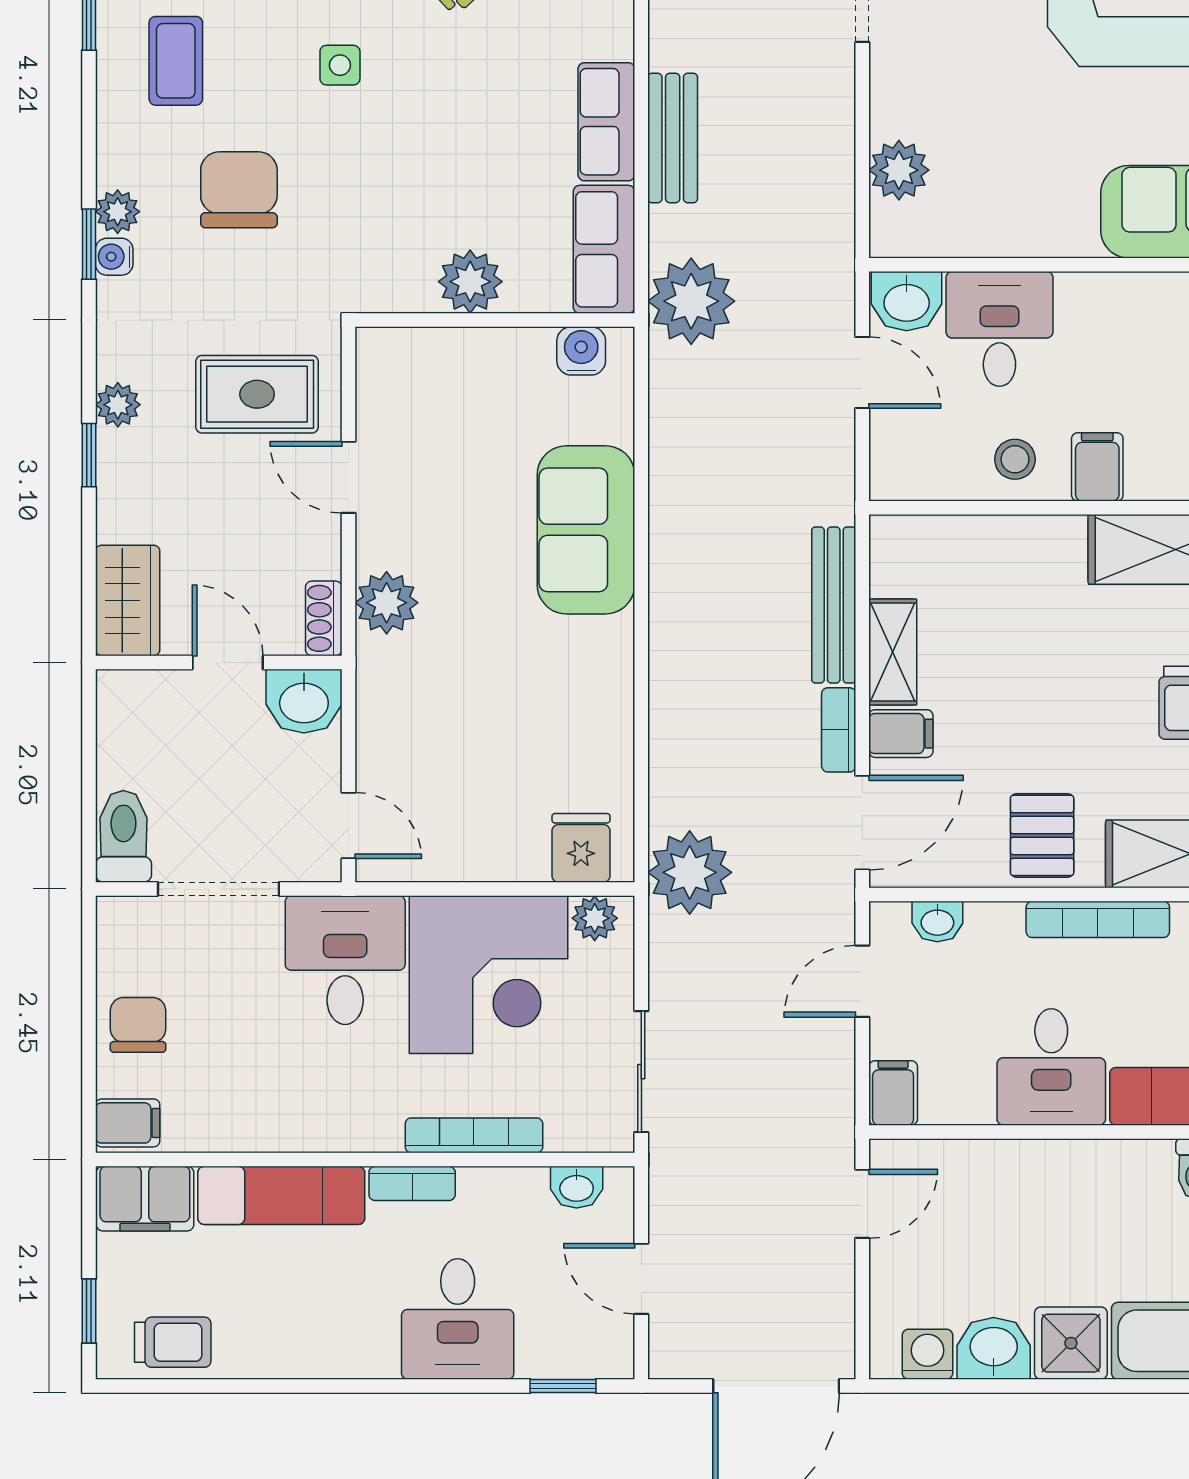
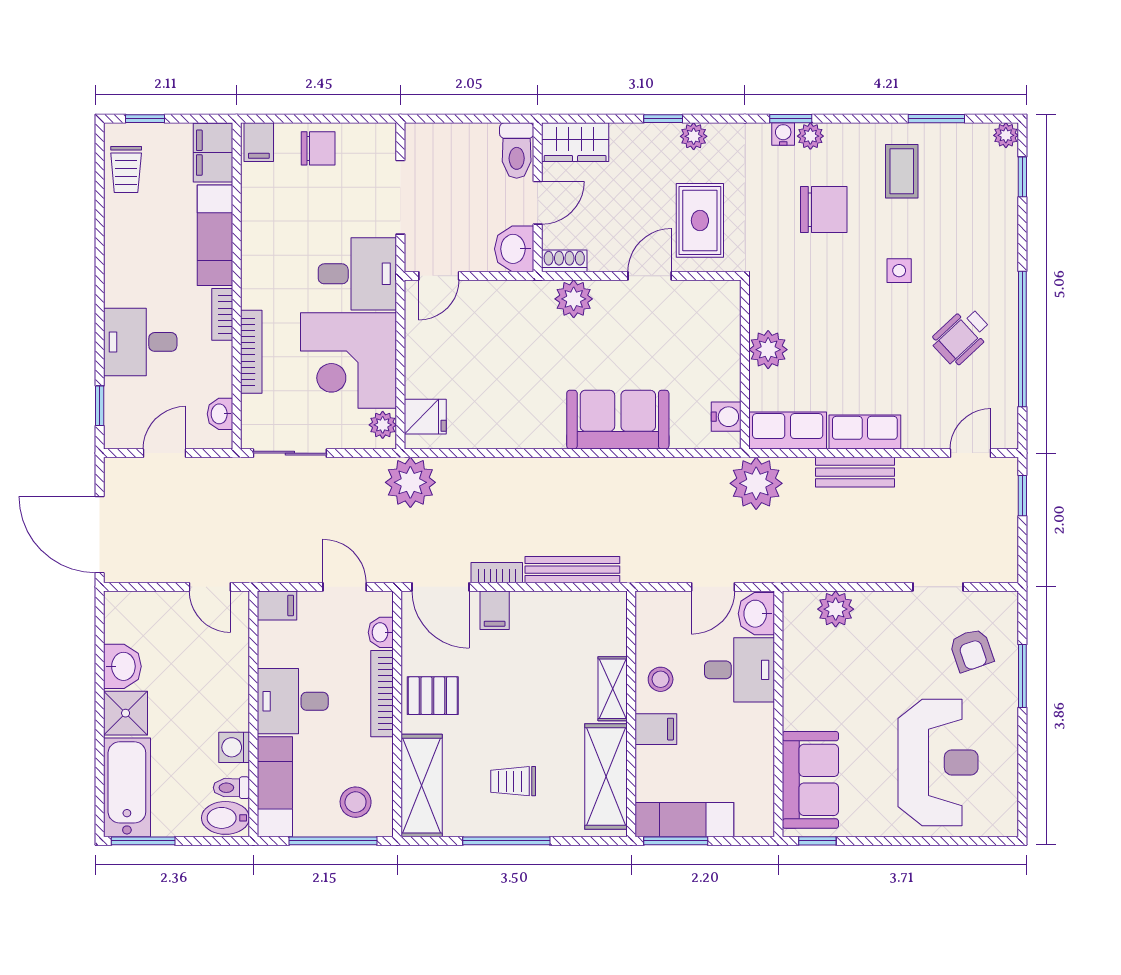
coffee table: (176, 61) -> (902, 171), turned 90
shelving: (893, 652) -> (613, 689), moved, turned 90
toilet: (123, 836) -> (517, 151), moved, turned 90
bookcase: (1098, 919) -> (382, 694), moved
washing machine: (927, 1354) -> (234, 747), moved, turned 180

